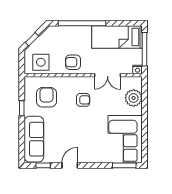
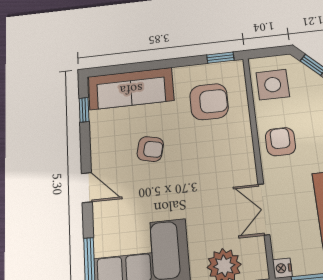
armchair: (83, 100) -> (150, 149), moved, turned -77
window: (22, 108) -> (220, 58), moved
door: (70, 165) -> (87, 188), moved

